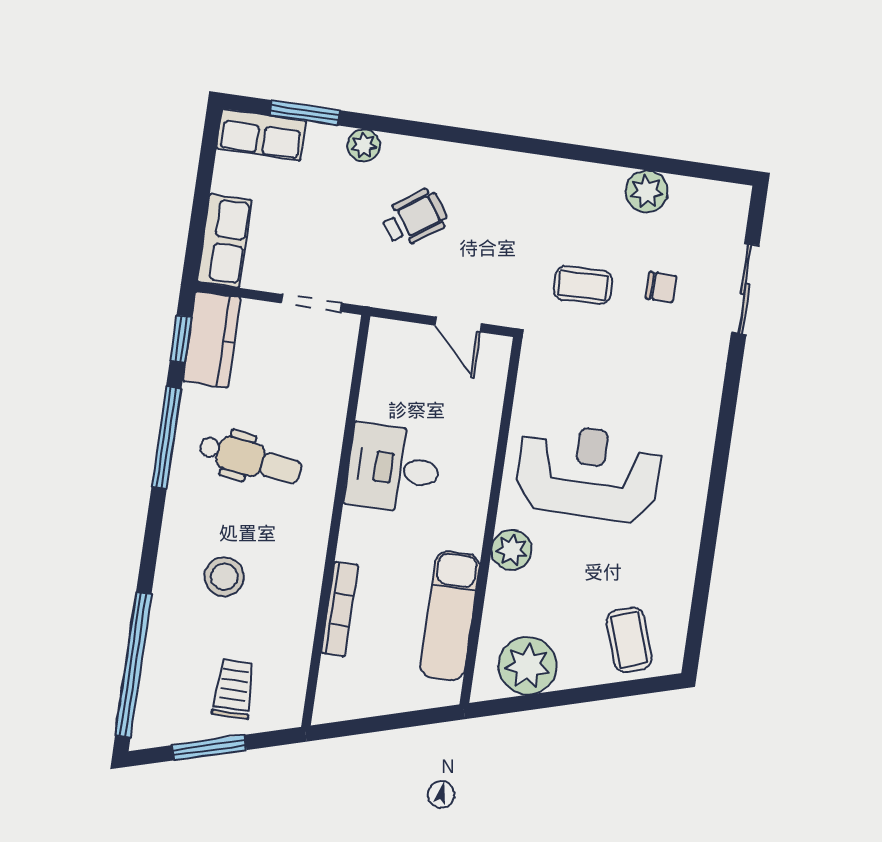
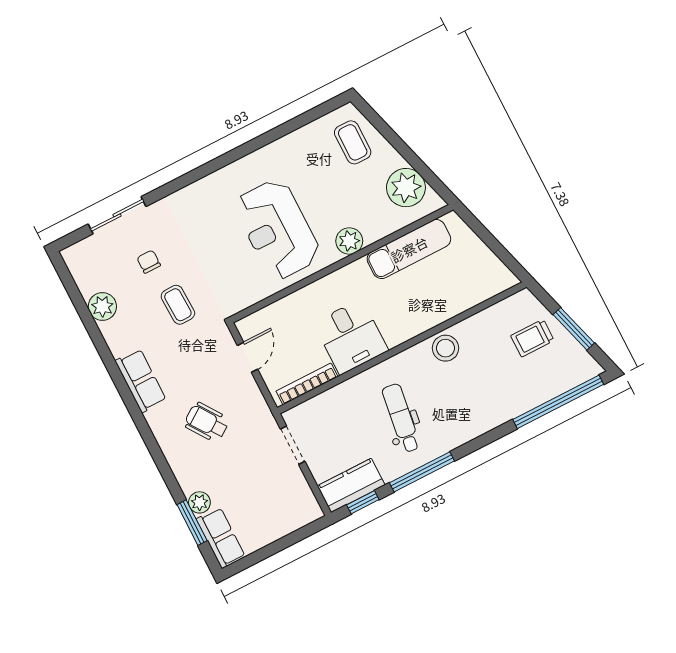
plant: (364, 145) -> (199, 502), moved
row of seats: (224, 241) -> (141, 381), moved, turned 90
stool: (224, 577) -> (445, 348), moved
bookcase: (340, 609) -> (307, 384), moved
coffee table: (629, 640) -> (353, 142), turned -71

